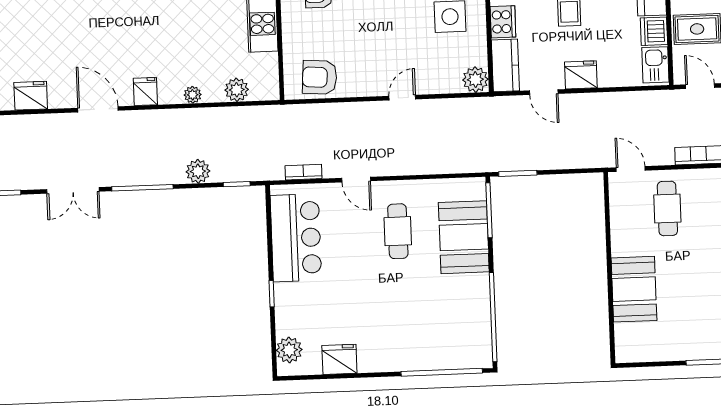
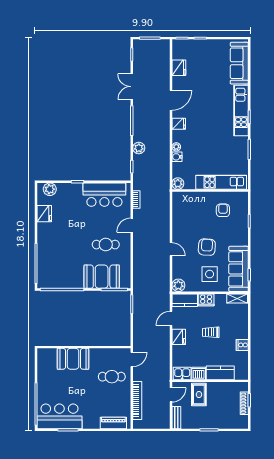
armchair: (320, 77) -> (207, 247), moved
plant: (237, 90) -> (178, 184), moved
water cooler: (213, 93) -> (177, 157), added

